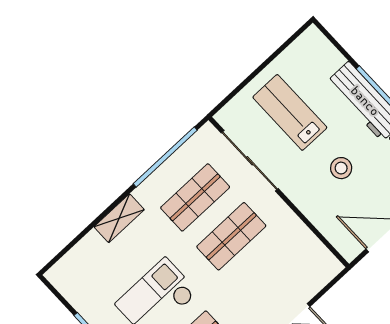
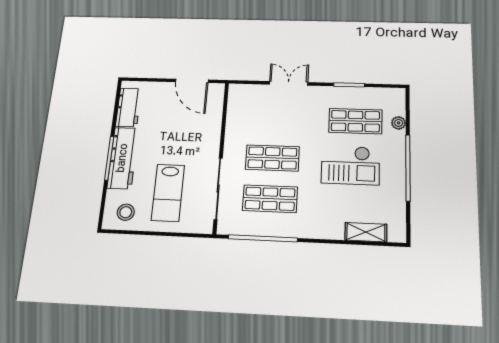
stool: (341, 168) -> (126, 212), moved
shelving: (119, 218) -> (366, 232), moved

